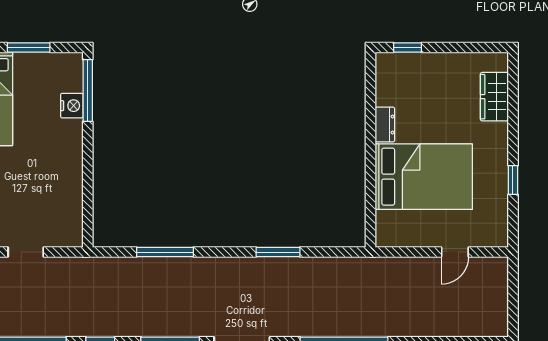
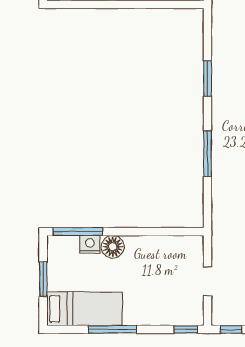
floor lamp: (69, 134) -> (113, 247), added
window: (165, 252) -> (207, 154), moved

